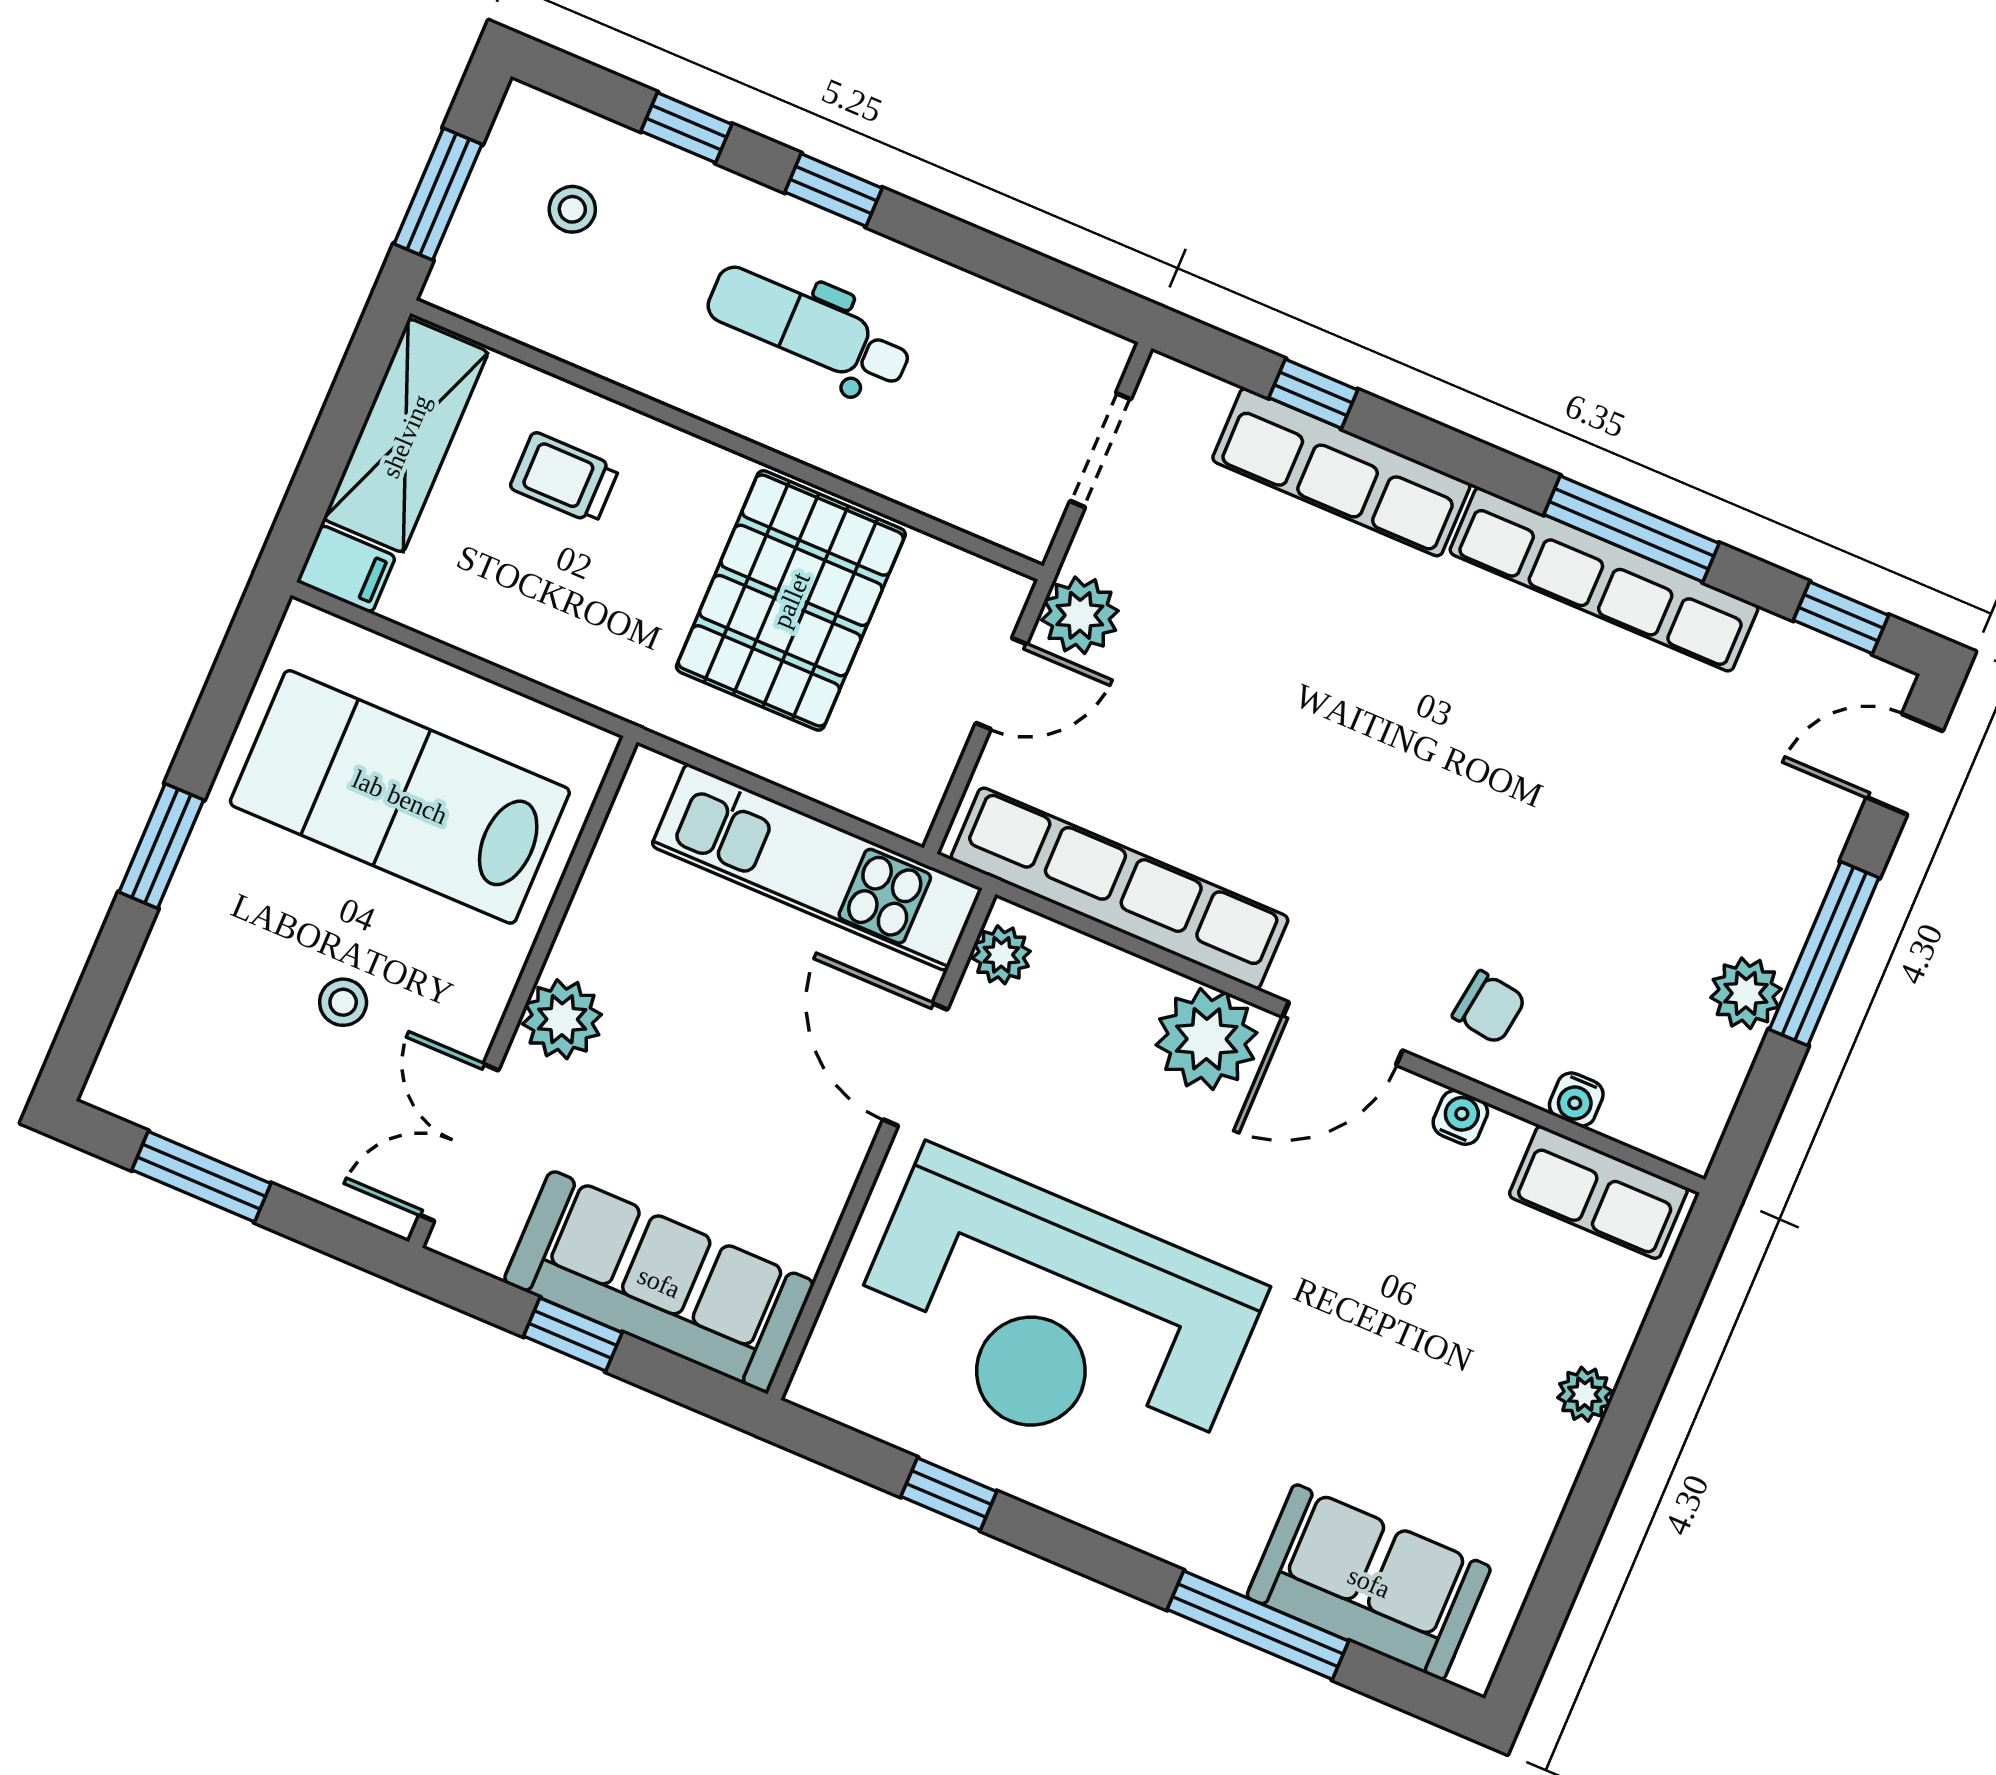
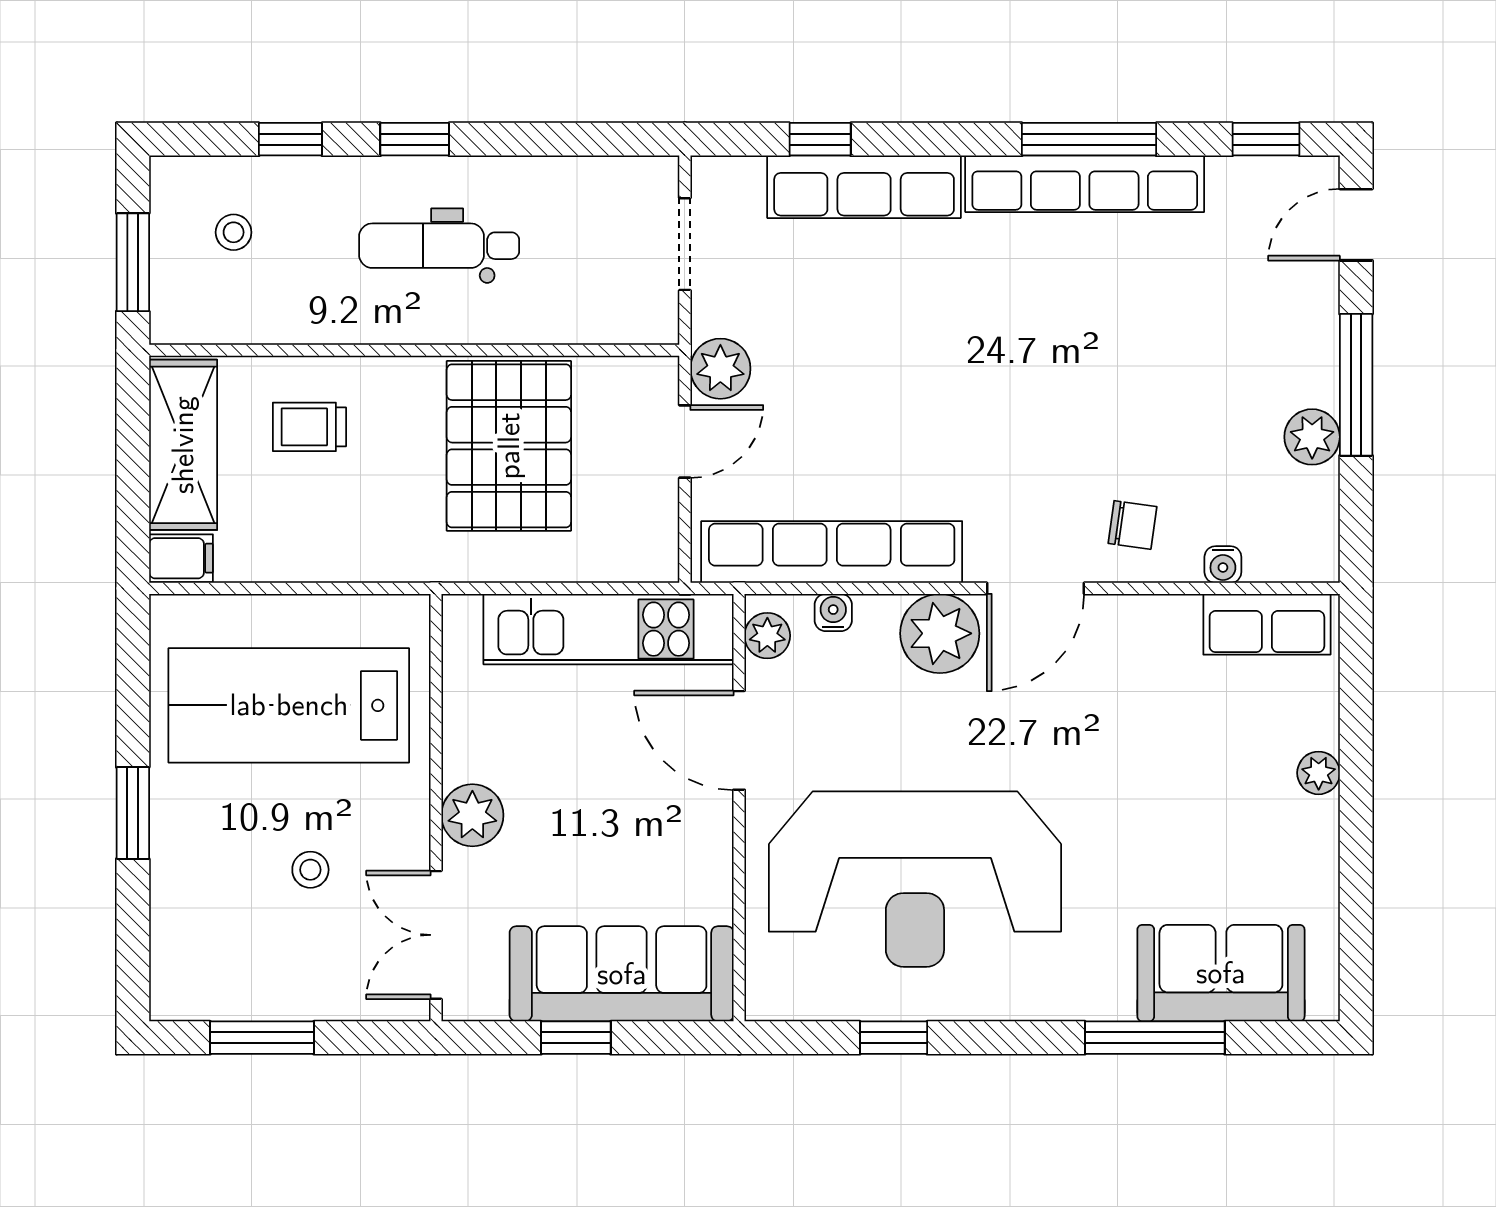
water cooler: (1460, 1117) -> (833, 613), moved

